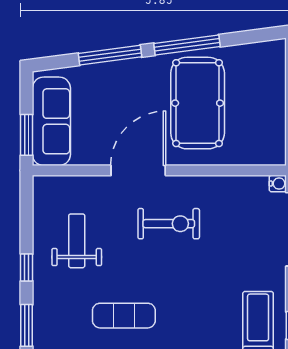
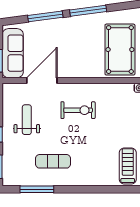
pool table: (198, 103) -> (120, 50), moved
door: (138, 170) -> (42, 81), moved

